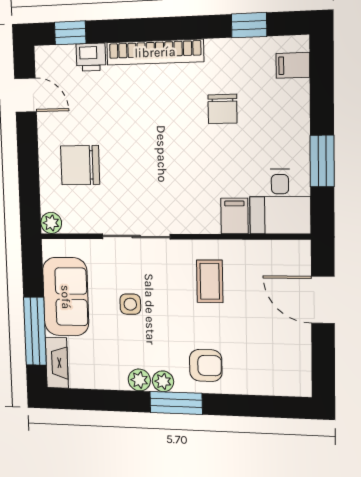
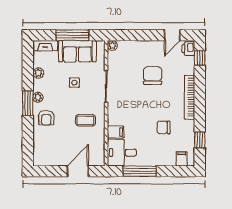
printer: (91, 57) -> (188, 49), moved
window: (322, 161) -> (140, 171), width x1.44
chair: (80, 165) -> (153, 76), moved
window: (35, 331) -> (73, 35), moved
plant: (139, 380) -> (38, 73), moved

